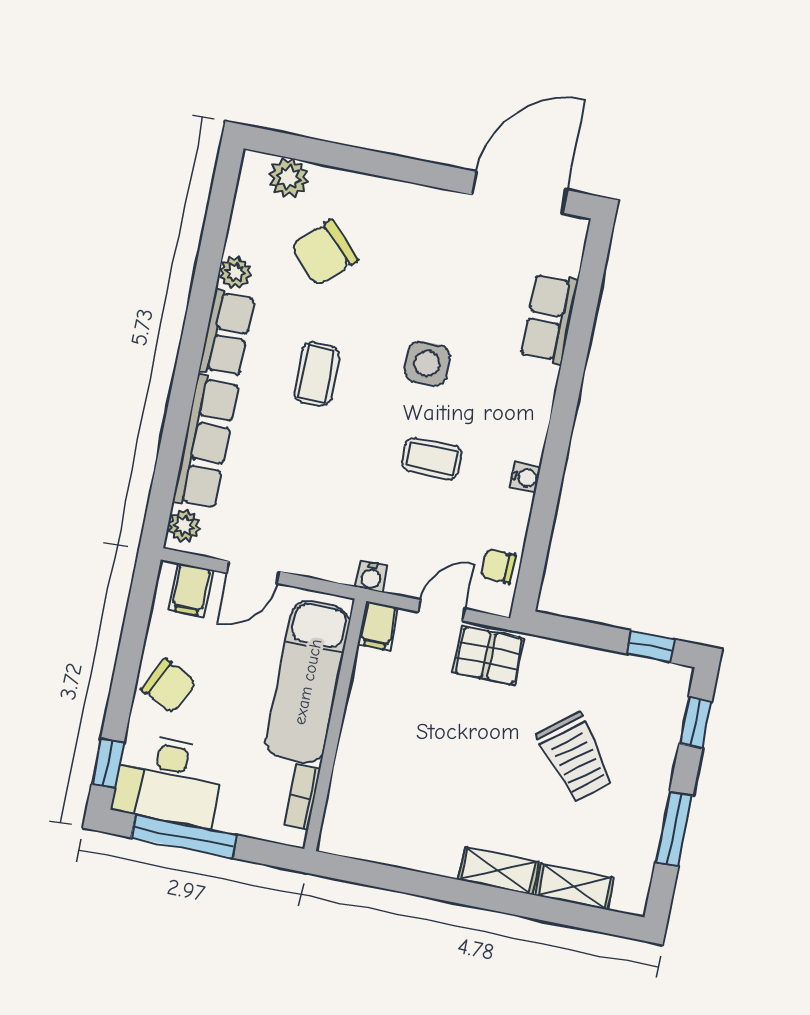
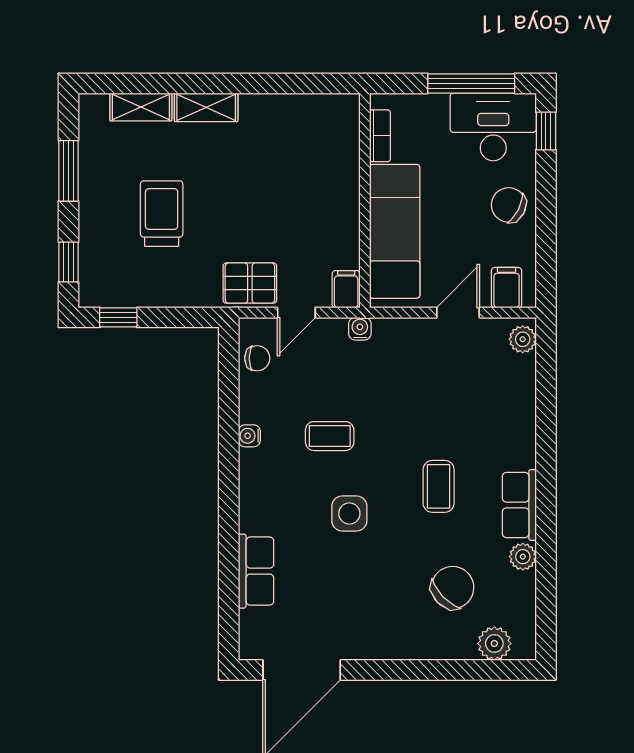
row of seats: (206, 442) -> (519, 412), removed
trolley: (575, 757) -> (162, 214), turned 38

